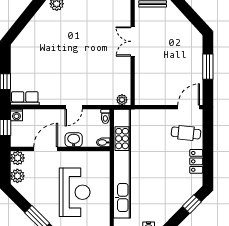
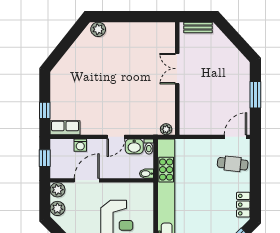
washing machine: (16, 115) -> (80, 145), moved
washbasin: (74, 140) -> (134, 146), moved, turned 180
locker: (196, 161) -> (243, 205), moved

